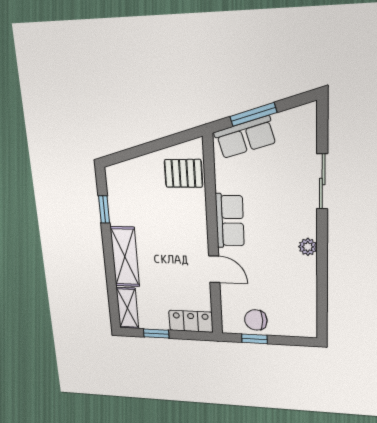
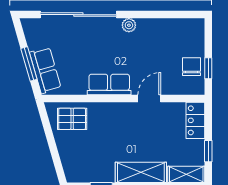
pallet: (183, 173) -> (72, 119), turned 90
sliding door: (322, 181) -> (78, 15), width x1.86
chair: (256, 320) -> (191, 67), turned 180

